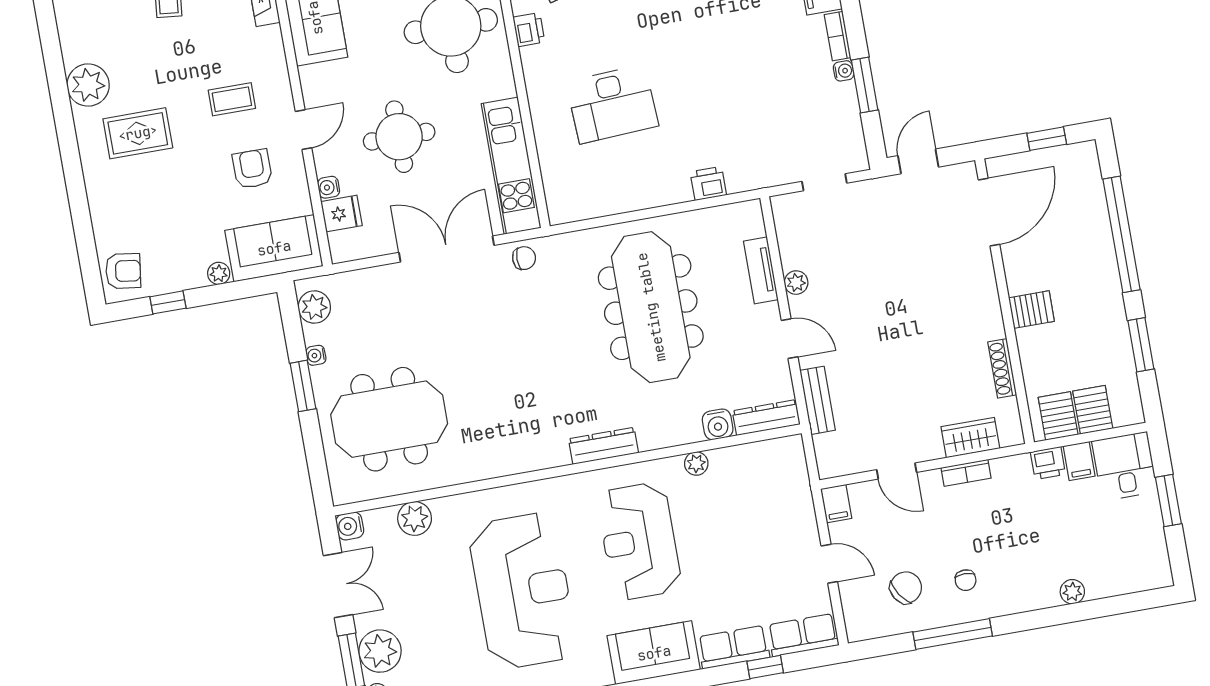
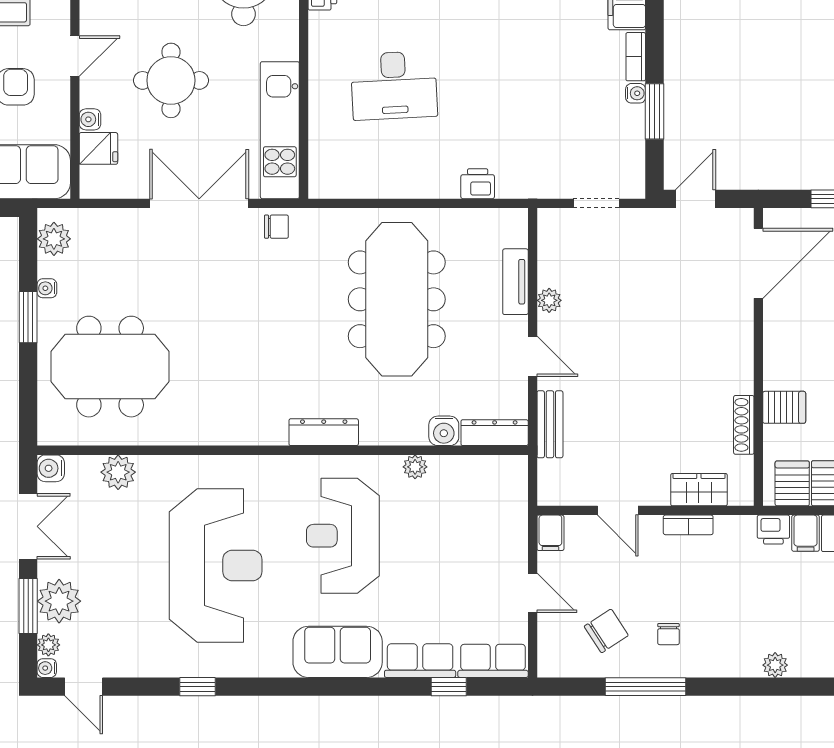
server rack: (1031, 310) -> (784, 407), moved

